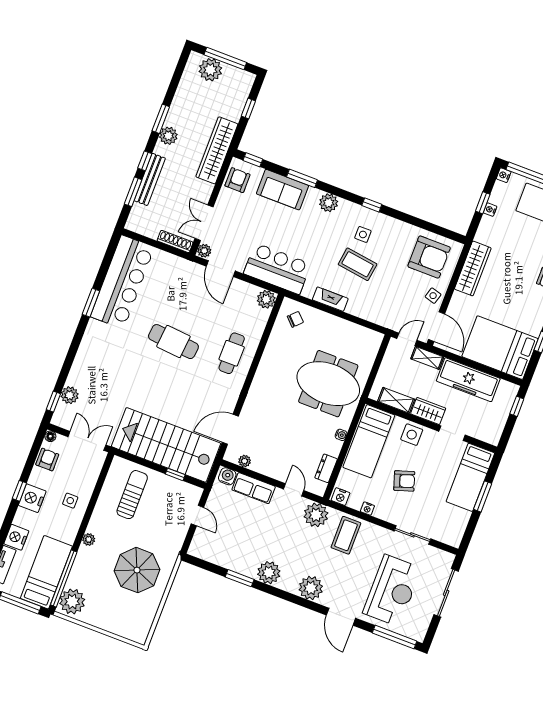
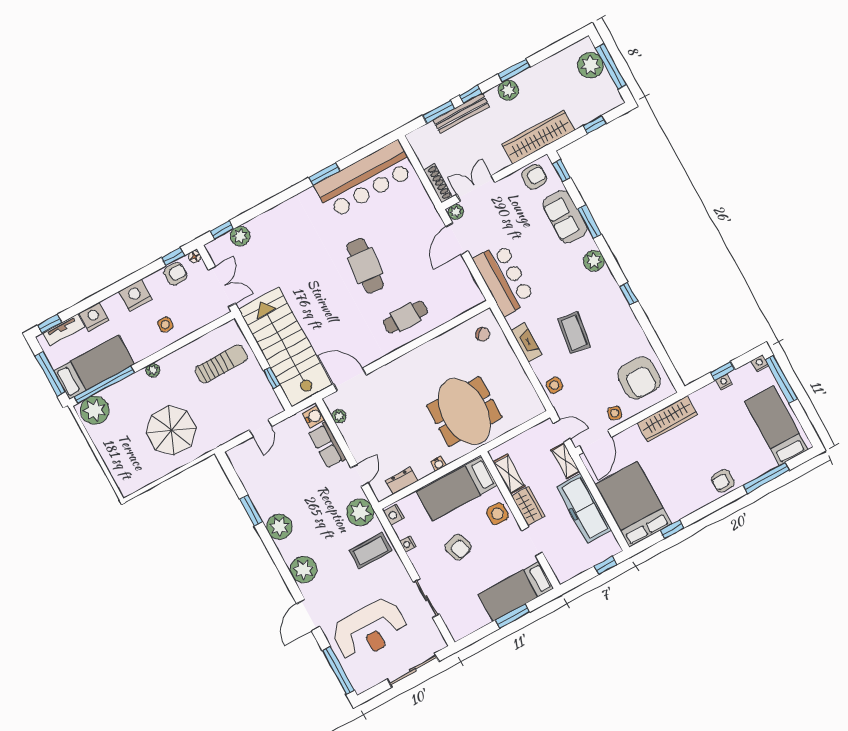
side table: (363, 234) -> (554, 385), moved
plant: (266, 299) -> (473, 297), removed
window: (19, 491) -> (173, 257), moved

